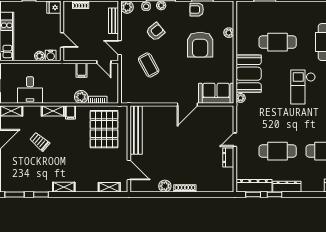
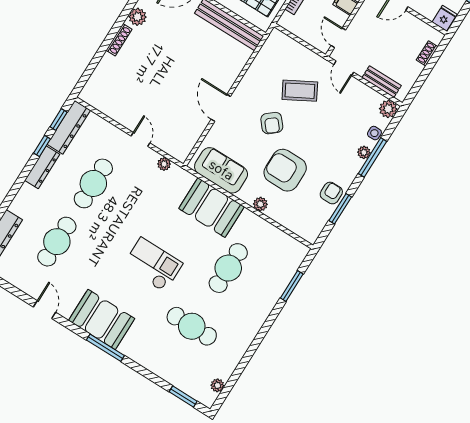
armchair: (155, 32) -> (272, 123), moved
plant: (229, 33) -> (260, 204), moved
door: (120, 48) -> (344, 68), swing flipped
door: (104, 62) -> (338, 38), hinge flipped
sofa: (216, 93) -> (221, 170), moved, turned -90
plant: (241, 98) -> (164, 164), moved
dresser: (228, 158) -> (124, 117), removed

